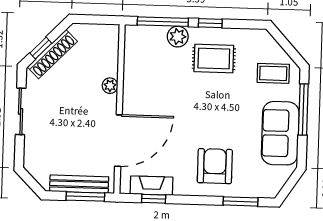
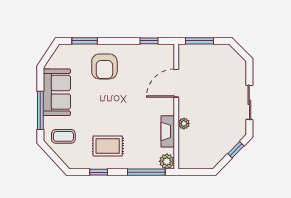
window: (210, 23) -> (99, 172), moved
plant: (178, 37) -> (167, 161), moved
shoe rack: (52, 54) -> (227, 145), removed
door: (118, 141) -> (176, 83), width x0.73
bench: (79, 184) -> (204, 50), removed
fireplace: (152, 186) -> (168, 131), moved, turned 90

